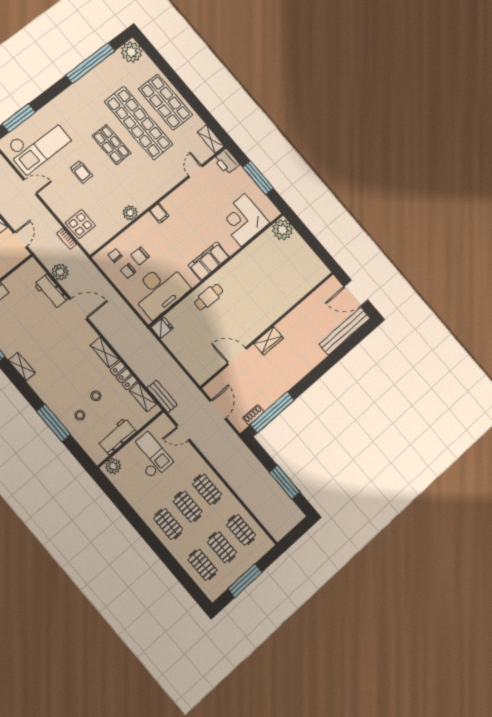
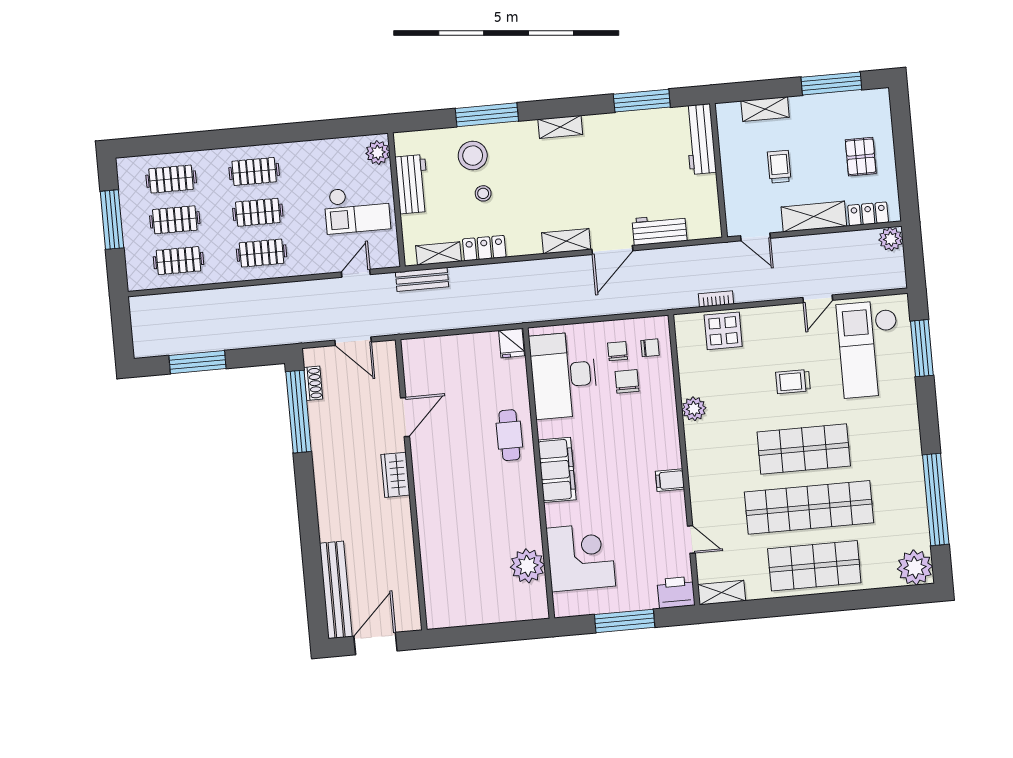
shop shelf: (112, 145) -> (804, 449), width x1.43, depth x1.36
filing cabinet: (159, 213) -> (670, 480), moved
plant: (282, 230) -> (527, 566), moved
plant: (60, 272) -> (677, 260), removed
shelving: (105, 352) -> (566, 241), moved
shelving: (22, 367) -> (560, 127), moved
stool: (80, 415) -> (473, 156), width x1.89, depth x1.89

